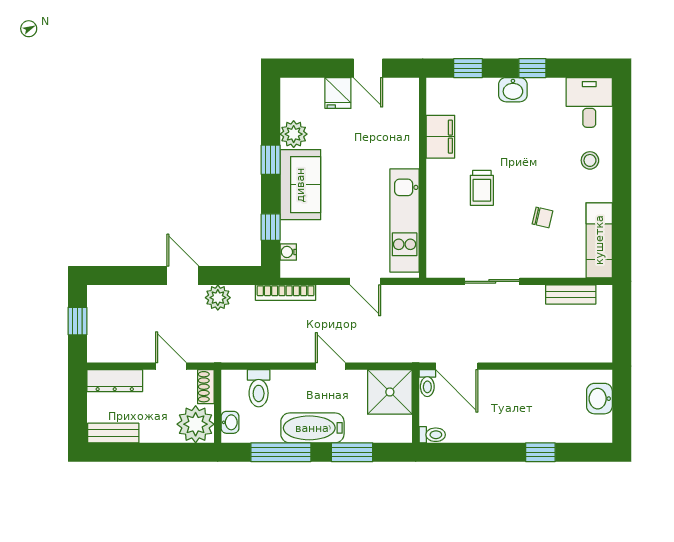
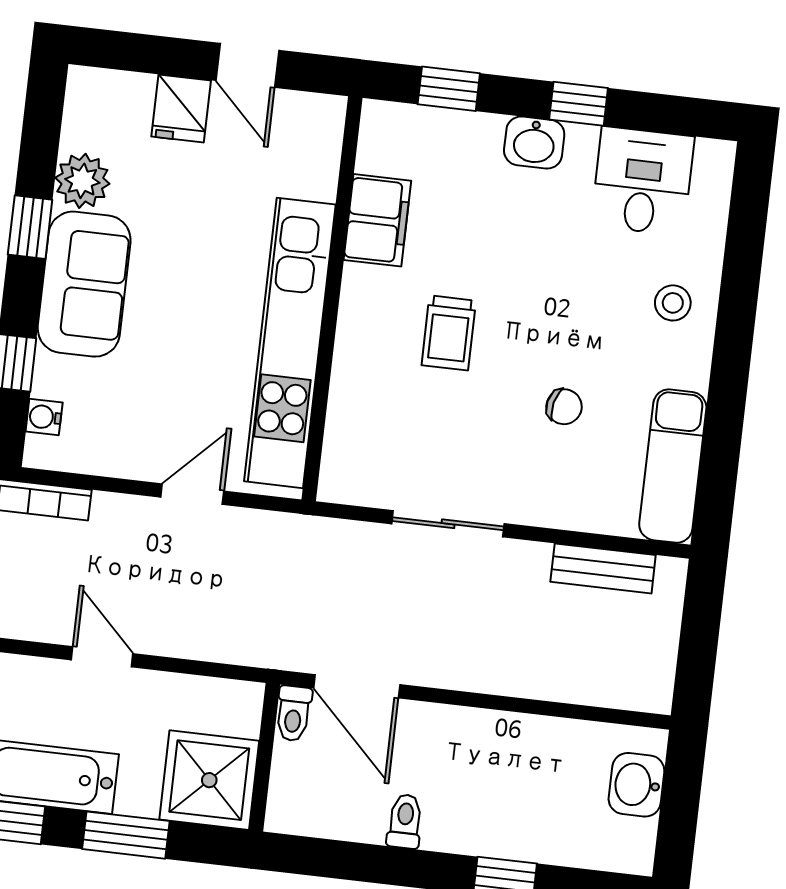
desk: (589, 102) -> (643, 181), moved
kitchen unit: (405, 221) -> (290, 343), width x1.36
door: (365, 281) -> (192, 494), swing flipped
shower: (390, 392) -> (209, 780), moved
toilet: (432, 435) -> (405, 821), moved, turned -90

